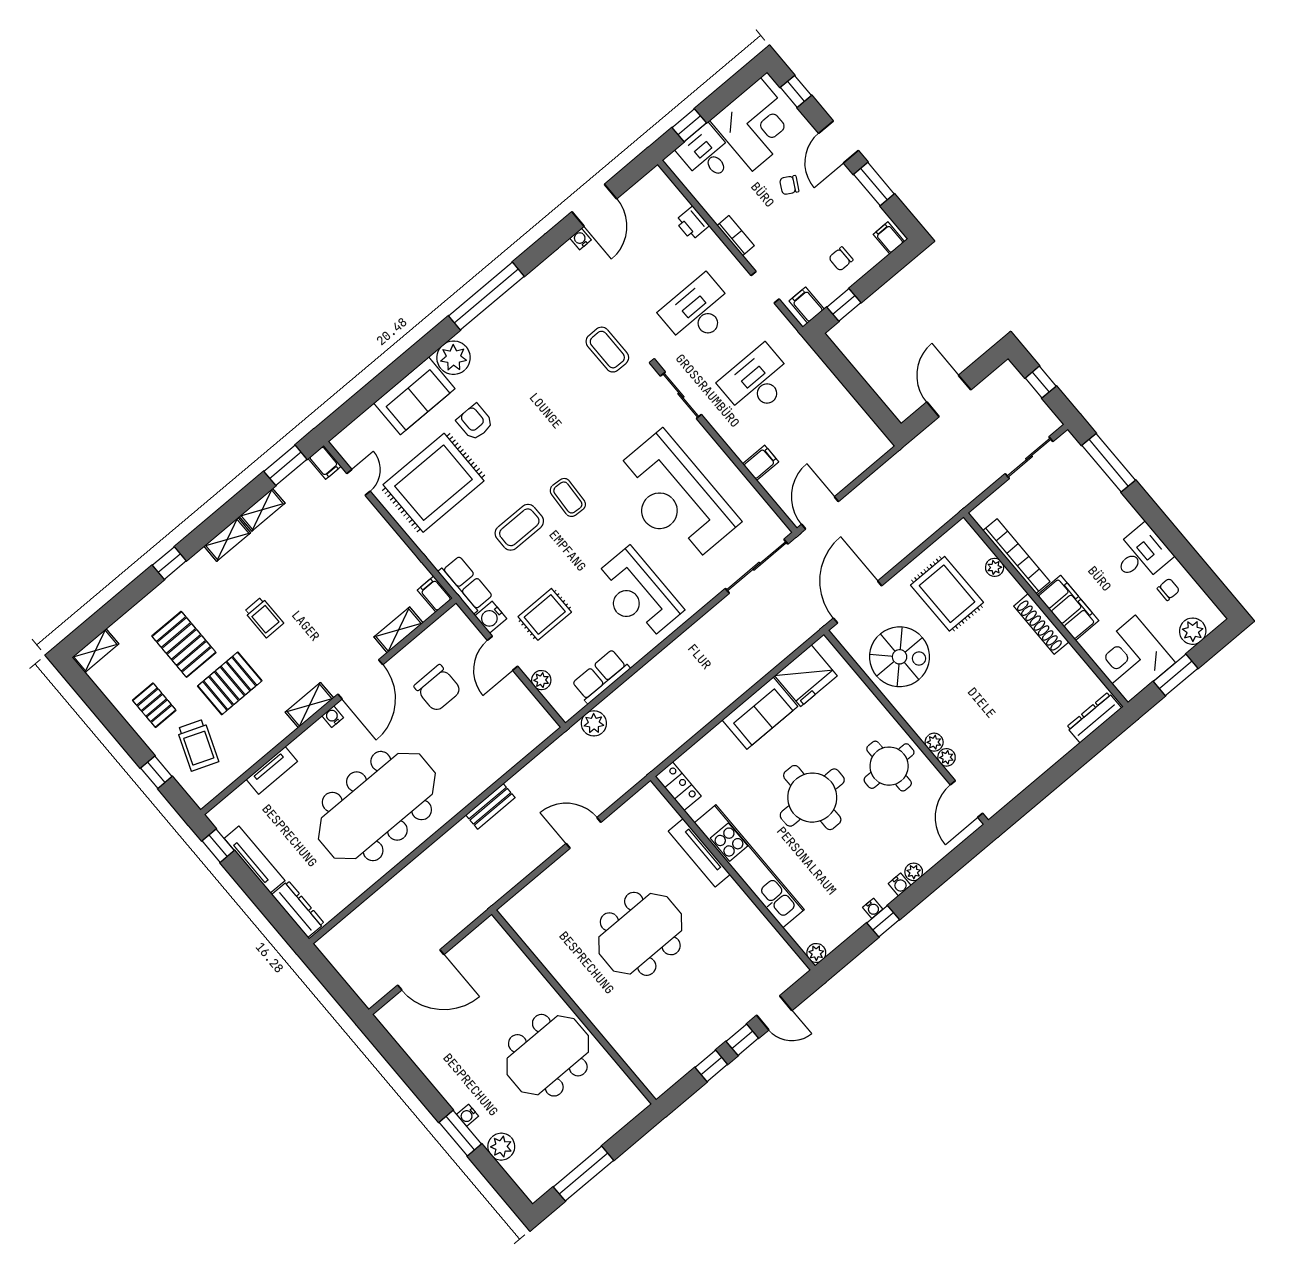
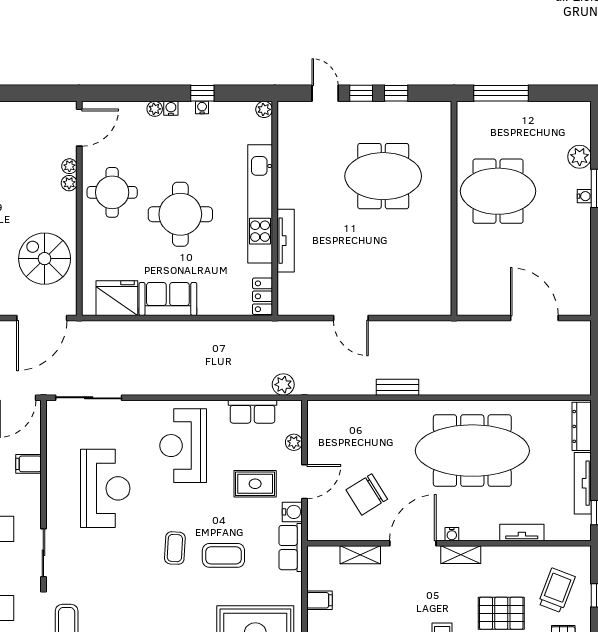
reception desk: (674, 498) -> (105, 488), width x0.74, depth x0.77
filing cabinet: (435, 594) -> (319, 600), moved, turned -90
reception desk: (637, 594) -> (183, 446), turned 180
chair: (438, 688) -> (367, 495), turned -122
meeting table: (640, 934) -> (383, 176), moved
window: (583, 1174) -> (501, 93), moved

